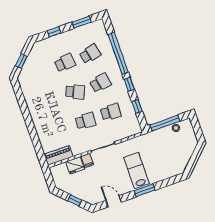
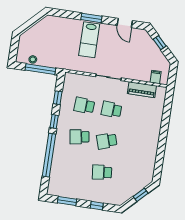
school desk: (90, 54) -> (75, 168), removed
school desk: (75, 92) -> (107, 141), turned -42
piano: (59, 155) -> (142, 90), moved
filing cabinet: (87, 160) -> (156, 77), moved
fridge: (75, 165) -> (142, 74), removed

